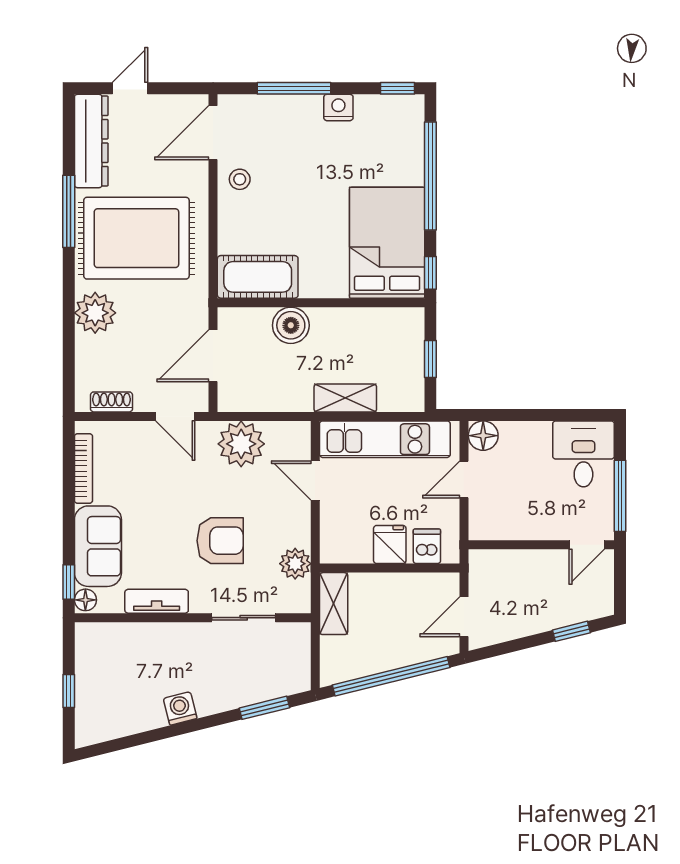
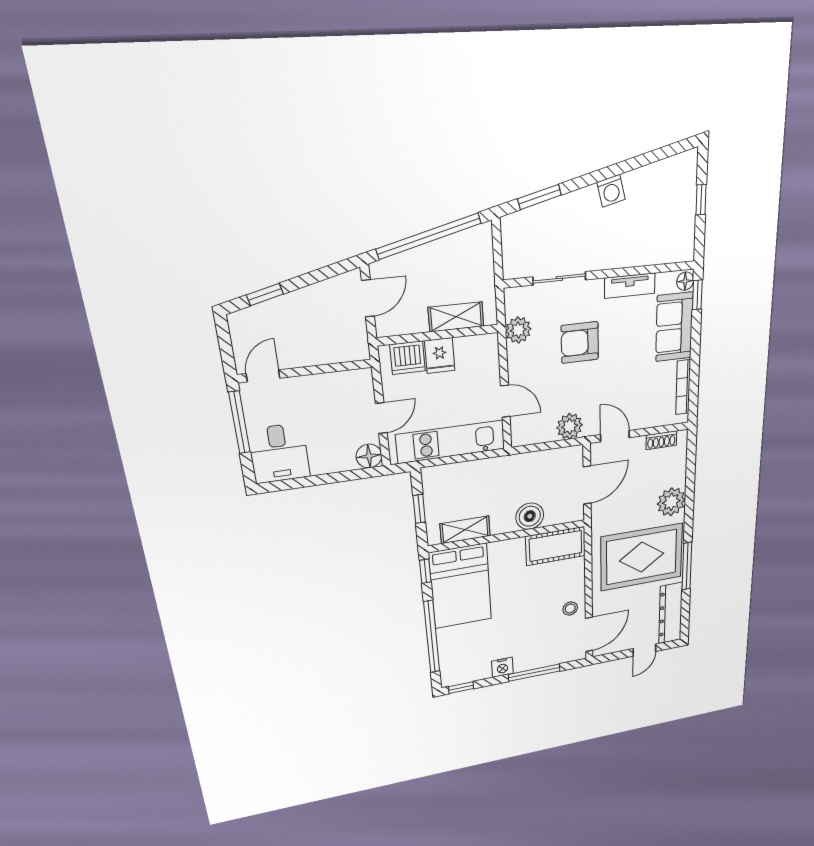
shelving: (345, 398) -> (465, 530), moved
plant: (241, 444) -> (570, 426), width x0.73, depth x0.73
dishwasher: (427, 546) -> (407, 358), width x1.38
shelving: (334, 604) -> (456, 317), moved, turned 90

